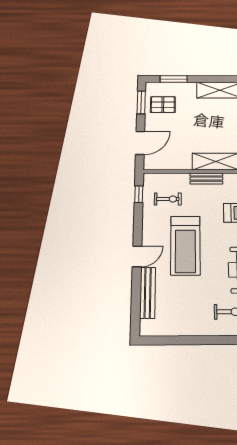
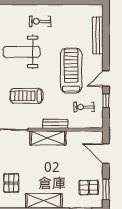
door: (140, 143) -> (106, 154), hinge flipped
window: (139, 194) -> (106, 101), moved
door: (137, 256) -> (106, 79), moved

